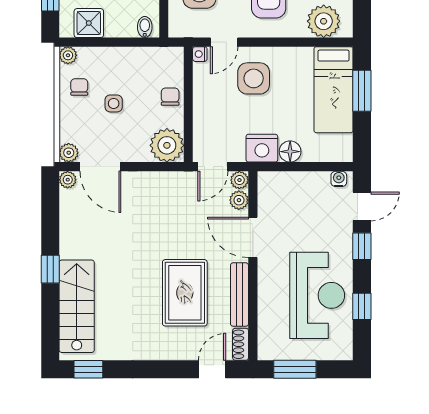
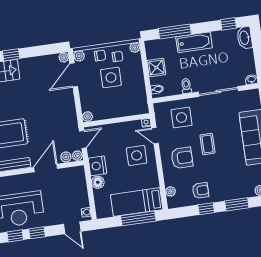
plant: (324, 21) -> (171, 191), width x0.53, depth x0.53
shower: (89, 23) -> (156, 67), moved
window: (362, 91) -> (138, 218), width x1.44
chair: (170, 97) -> (100, 55), moved
side table: (114, 103) -> (111, 78), width x1.87, depth x1.87
plant: (167, 145) -> (87, 117), width x0.53, depth x0.53
door: (213, 167) -> (83, 139), swing flipped
window: (362, 246) -> (37, 233), moved

